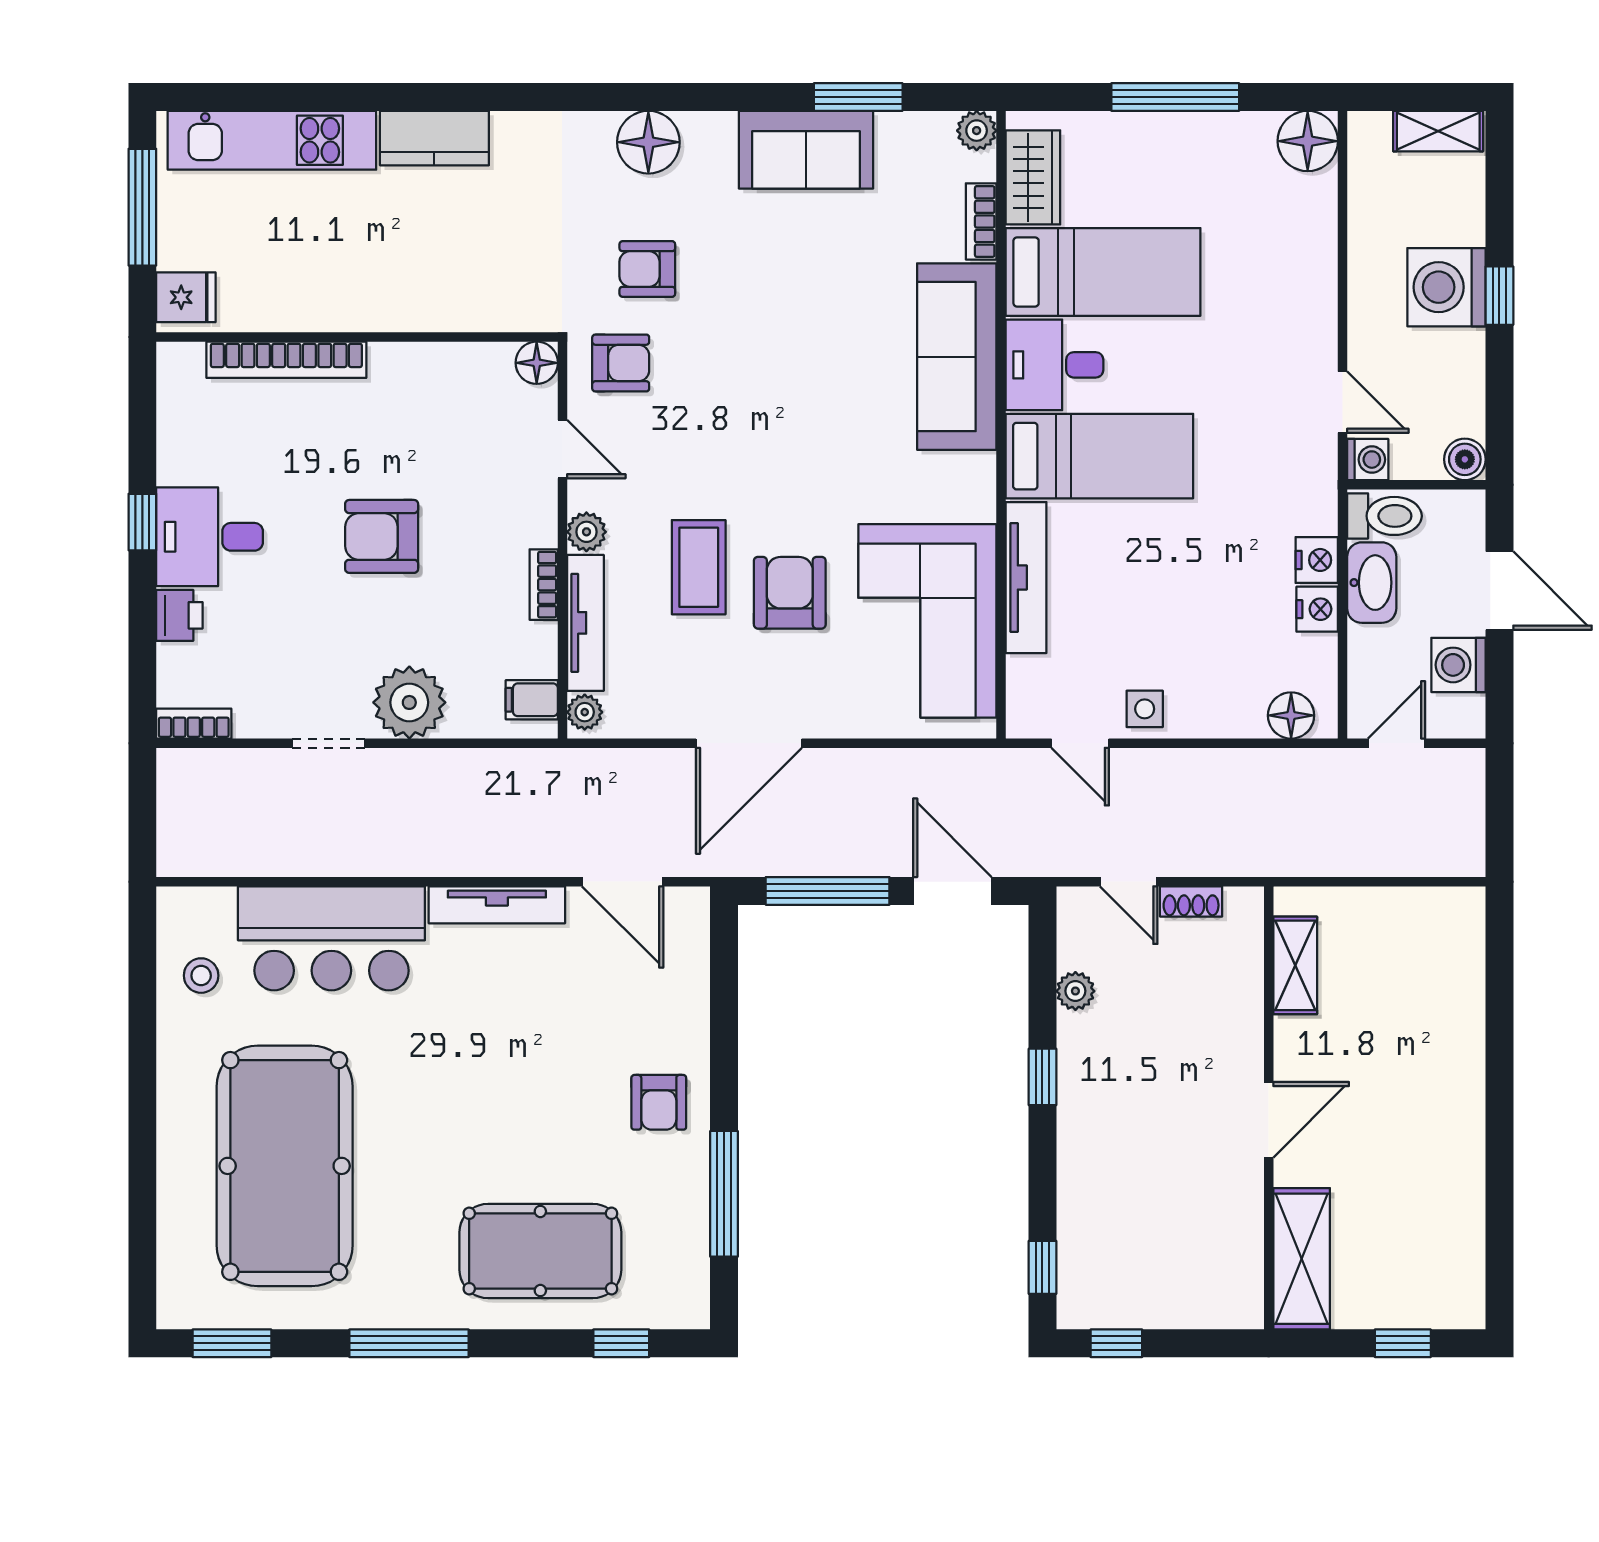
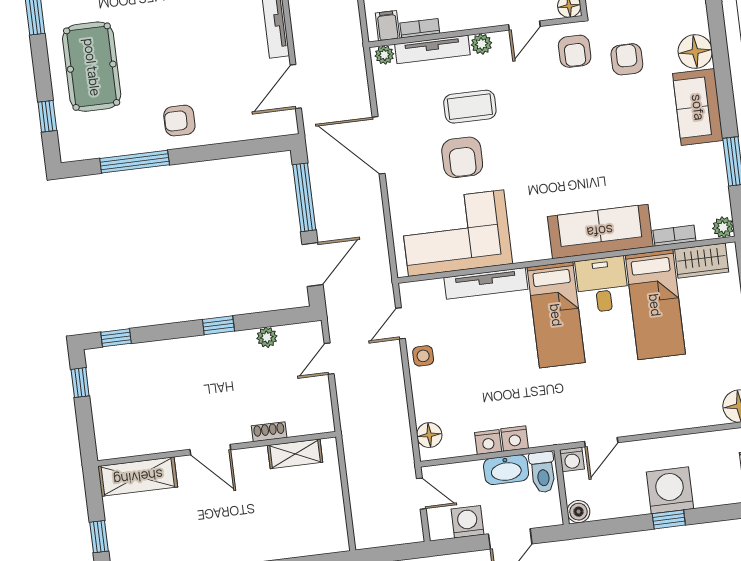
sofa: (806, 150) -> (698, 107), moved
bookcase: (544, 585) -> (420, 28), moved
armchair: (790, 593) -> (462, 157), turned 90
shoe rack: (1191, 901) -> (269, 432), moved, turned 90

